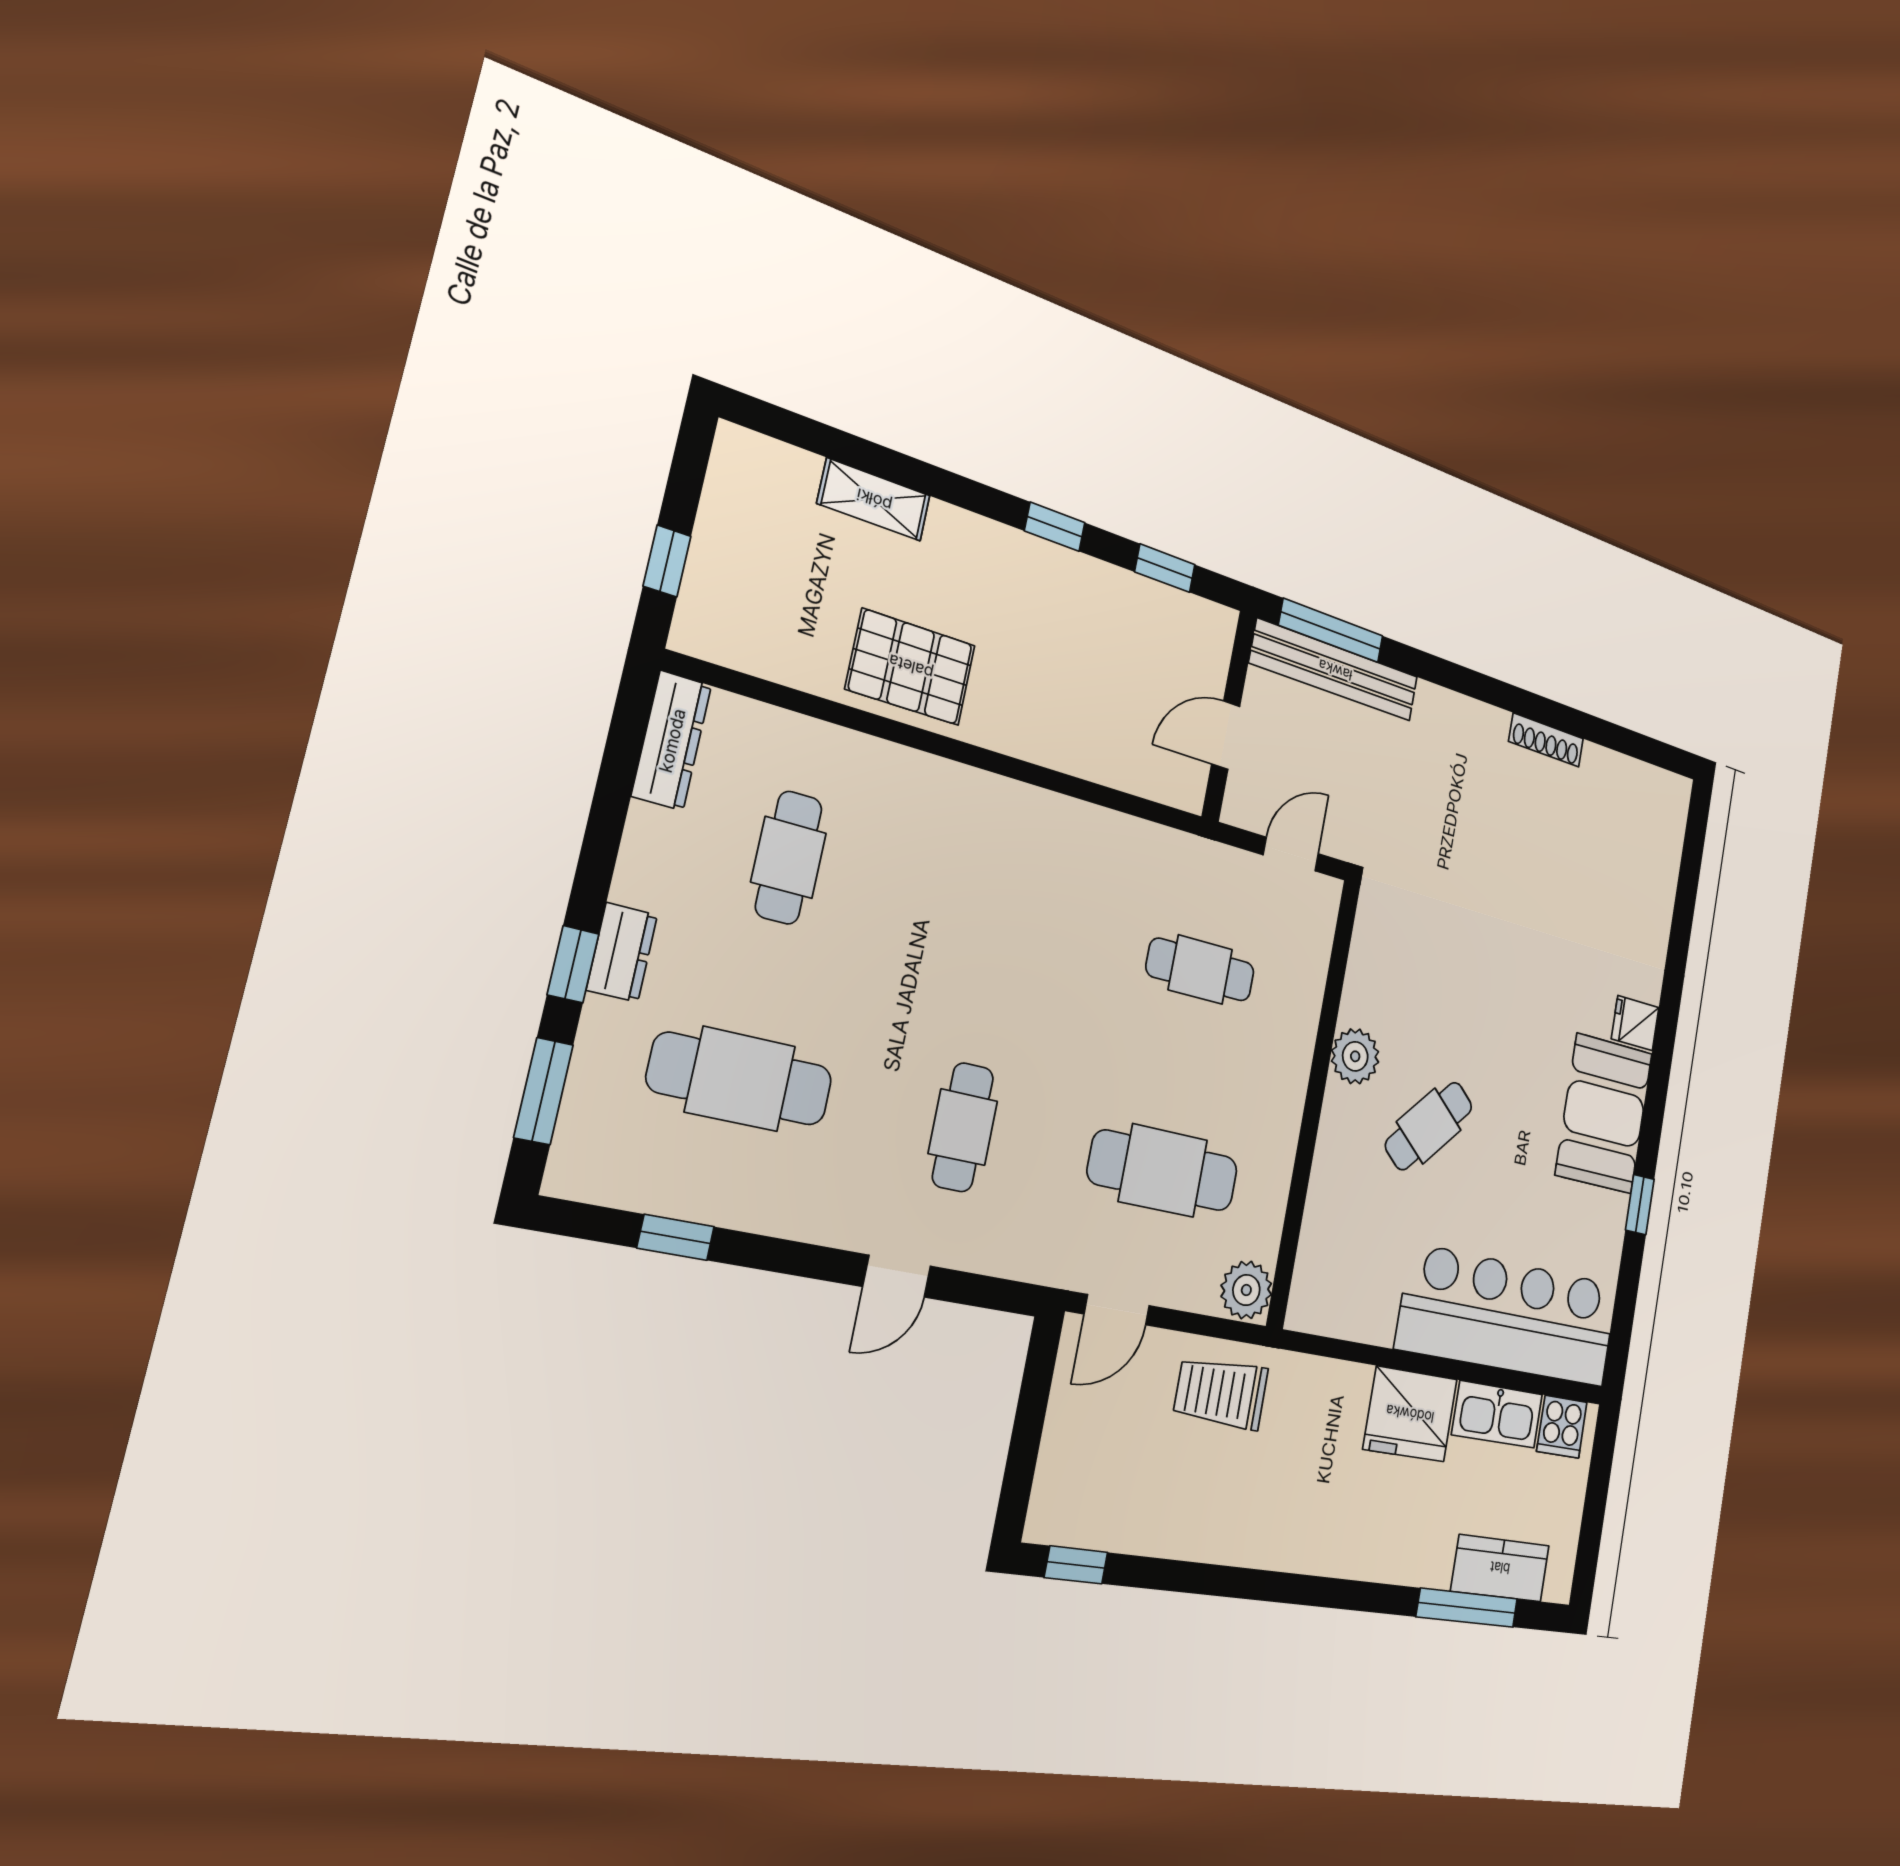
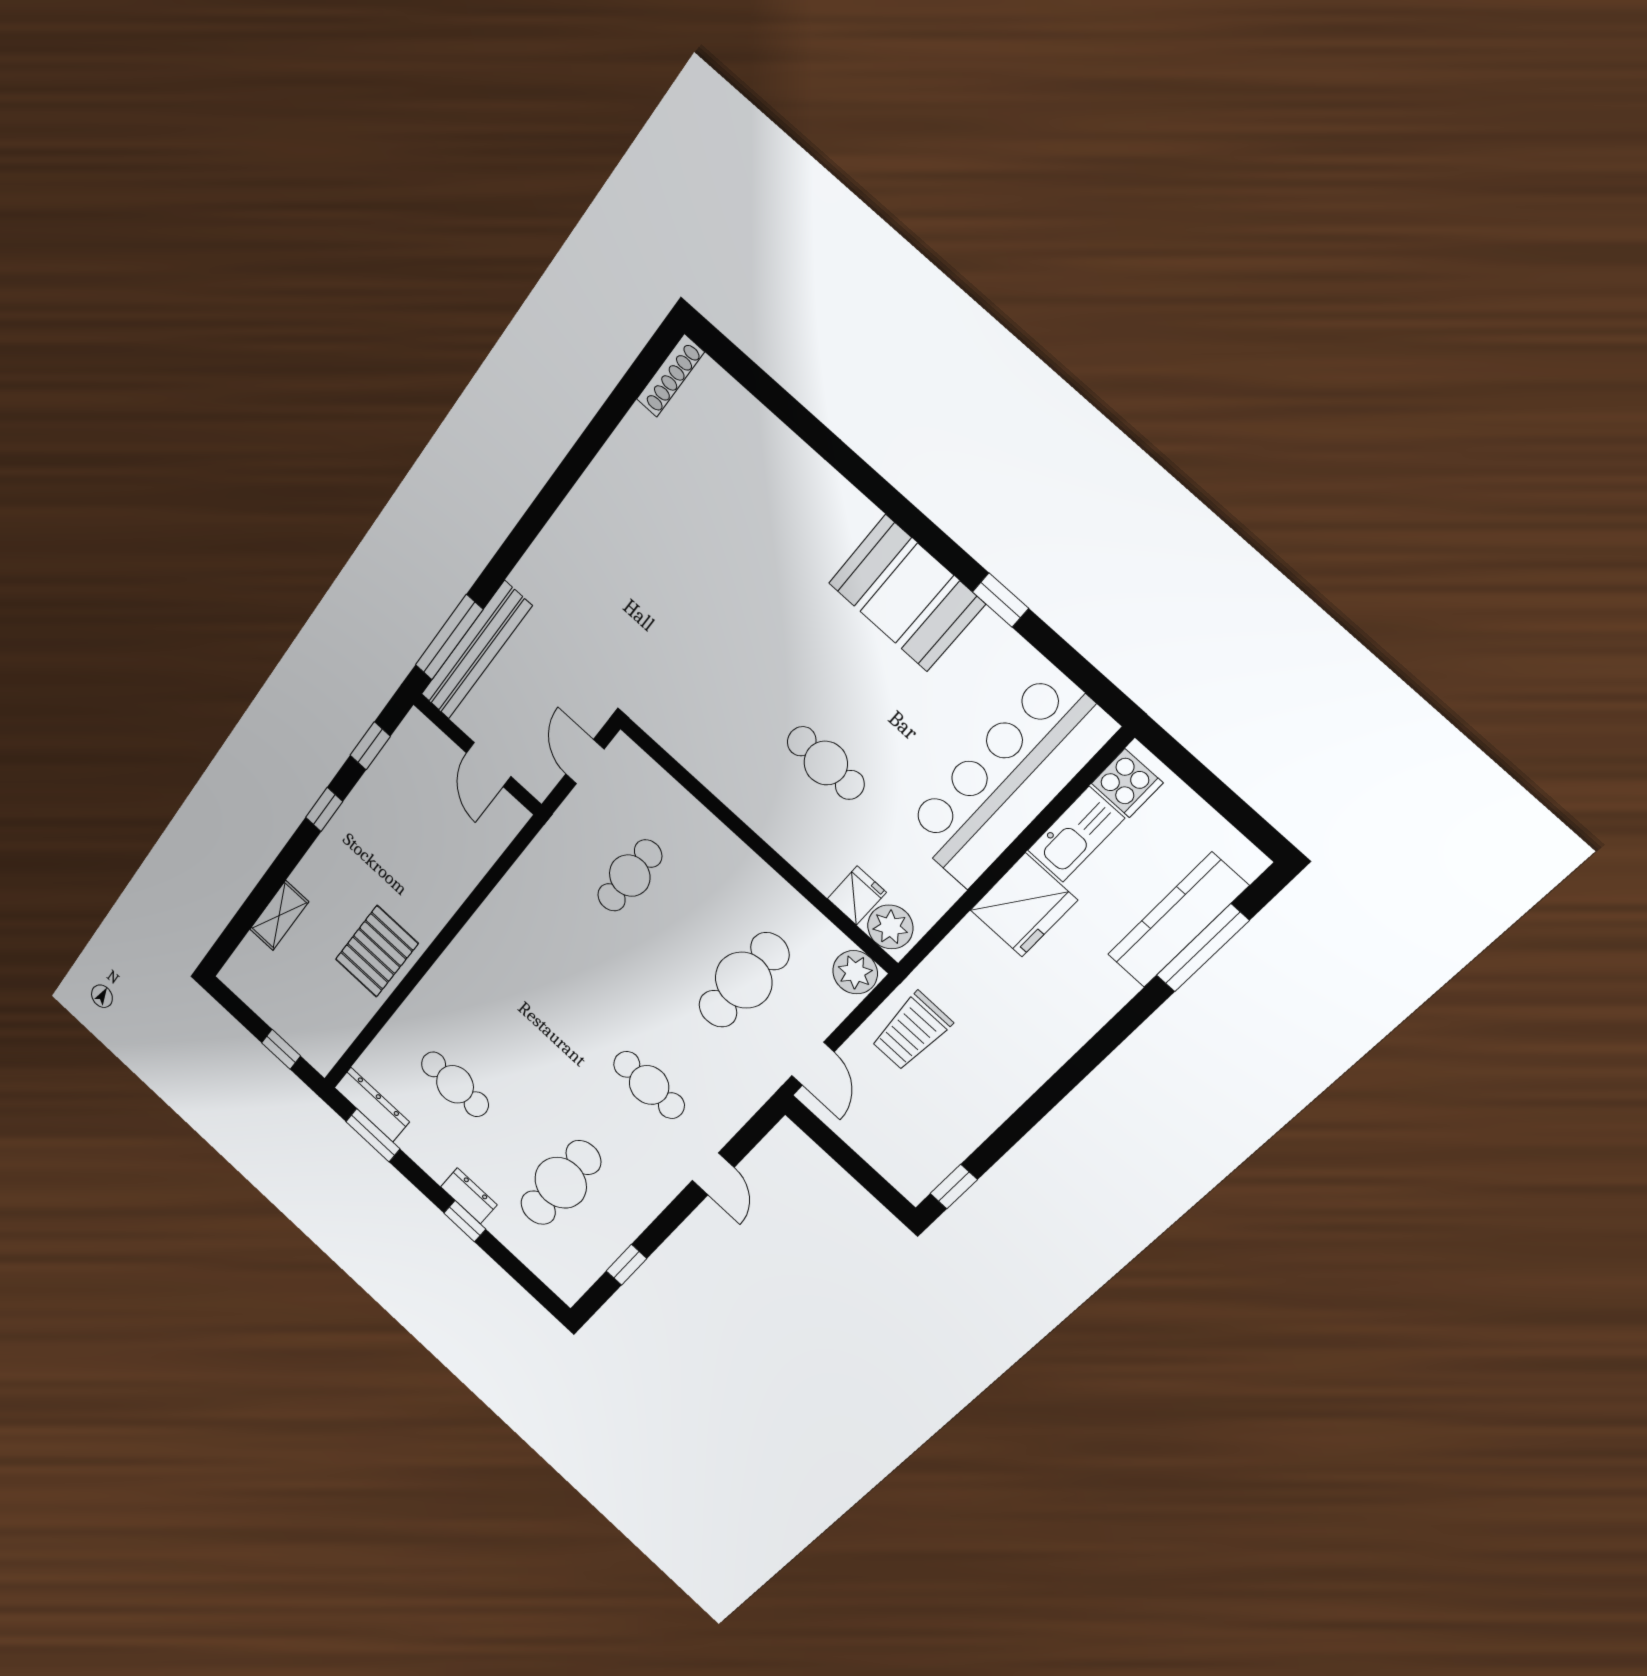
shoe rack: (1546, 740) -> (670, 376), moved
fridge: (1635, 1023) -> (857, 896), moved, turned 180
plant: (1355, 1056) -> (890, 927), moved
window: (543, 1091) -> (373, 1135), moved
cafe table: (1429, 1126) -> (826, 763), turned -42
kitchen counter: (1500, 1568) -> (1177, 920), width x1.50

